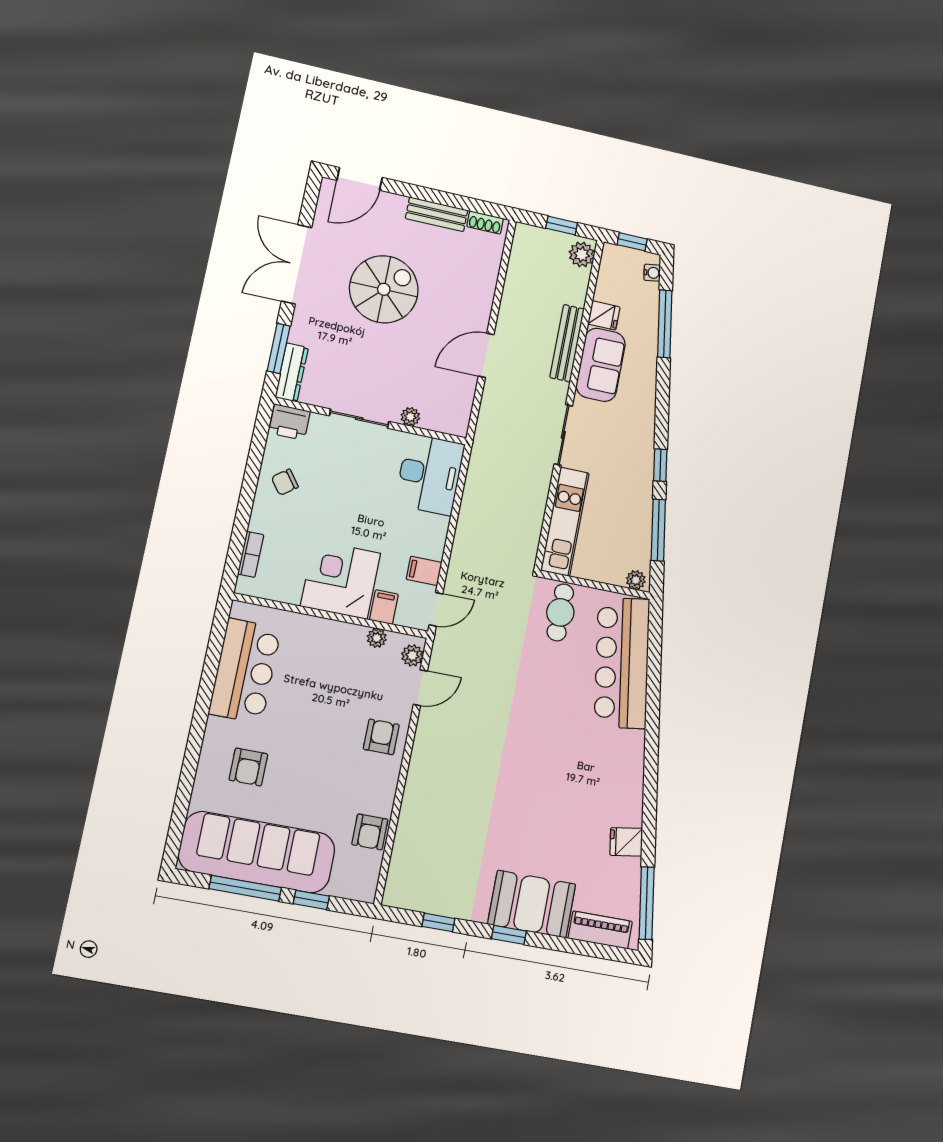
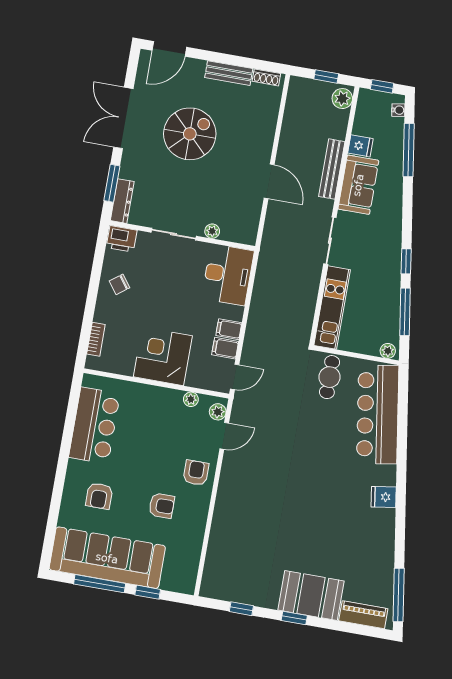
door: (486, 355) -> (269, 181), swing flipped
filing cabinet: (384, 607) -> (229, 329), moved, turned -90
armchair: (370, 832) -> (162, 506), moved, turned -90
fridge: (626, 842) -> (384, 497), moved

